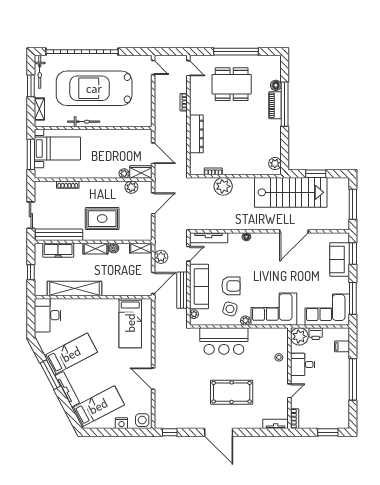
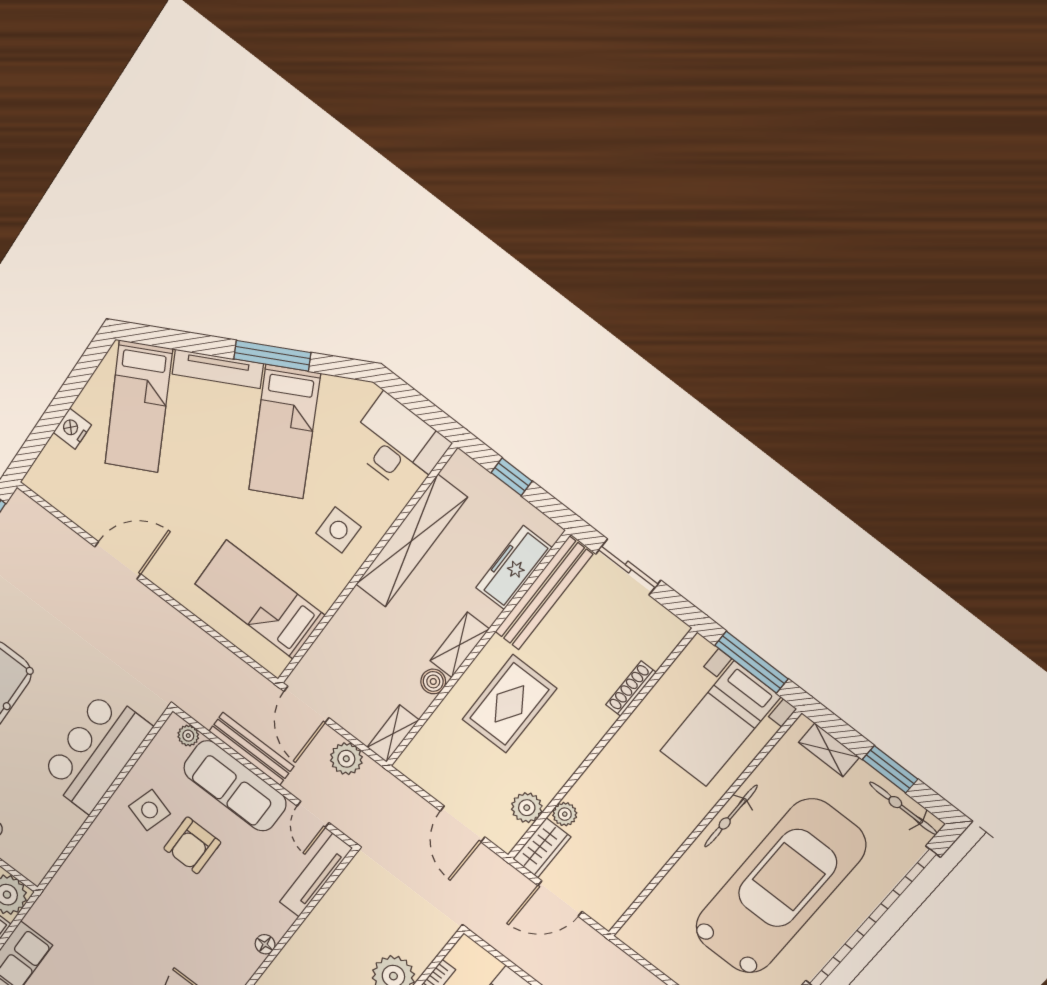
corner sofa: (274, 309) -> (91, 889), removed
plant: (245, 321) -> (107, 821), removed
side table: (142, 420) -> (338, 530), moved

